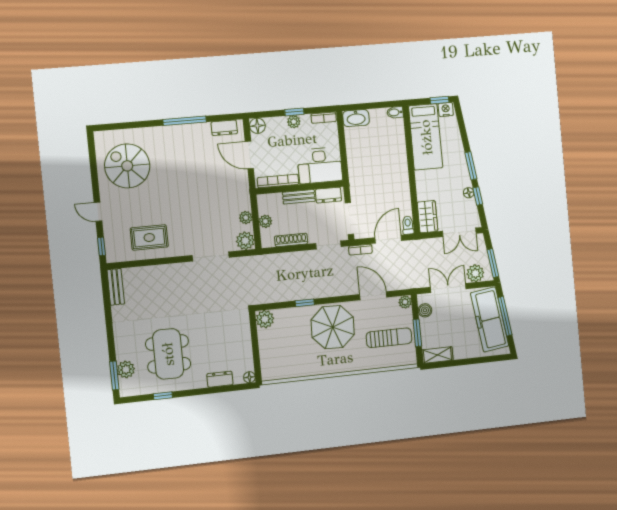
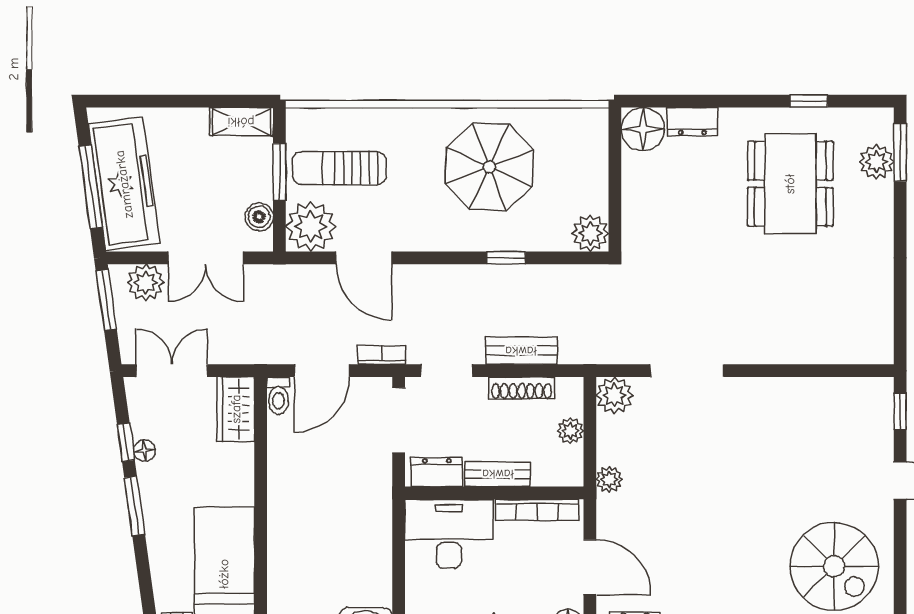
plant: (246, 218) -> (609, 479), moved
rug: (149, 238) -> (805, 420), removed
bench: (116, 287) -> (521, 351), moved, turned 90
plant: (405, 302) -> (311, 226), width x1.87, depth x1.87
parasol: (333, 327) -> (489, 167), moved
floor lamp: (249, 377) -> (643, 129), width x1.89, depth x1.89

